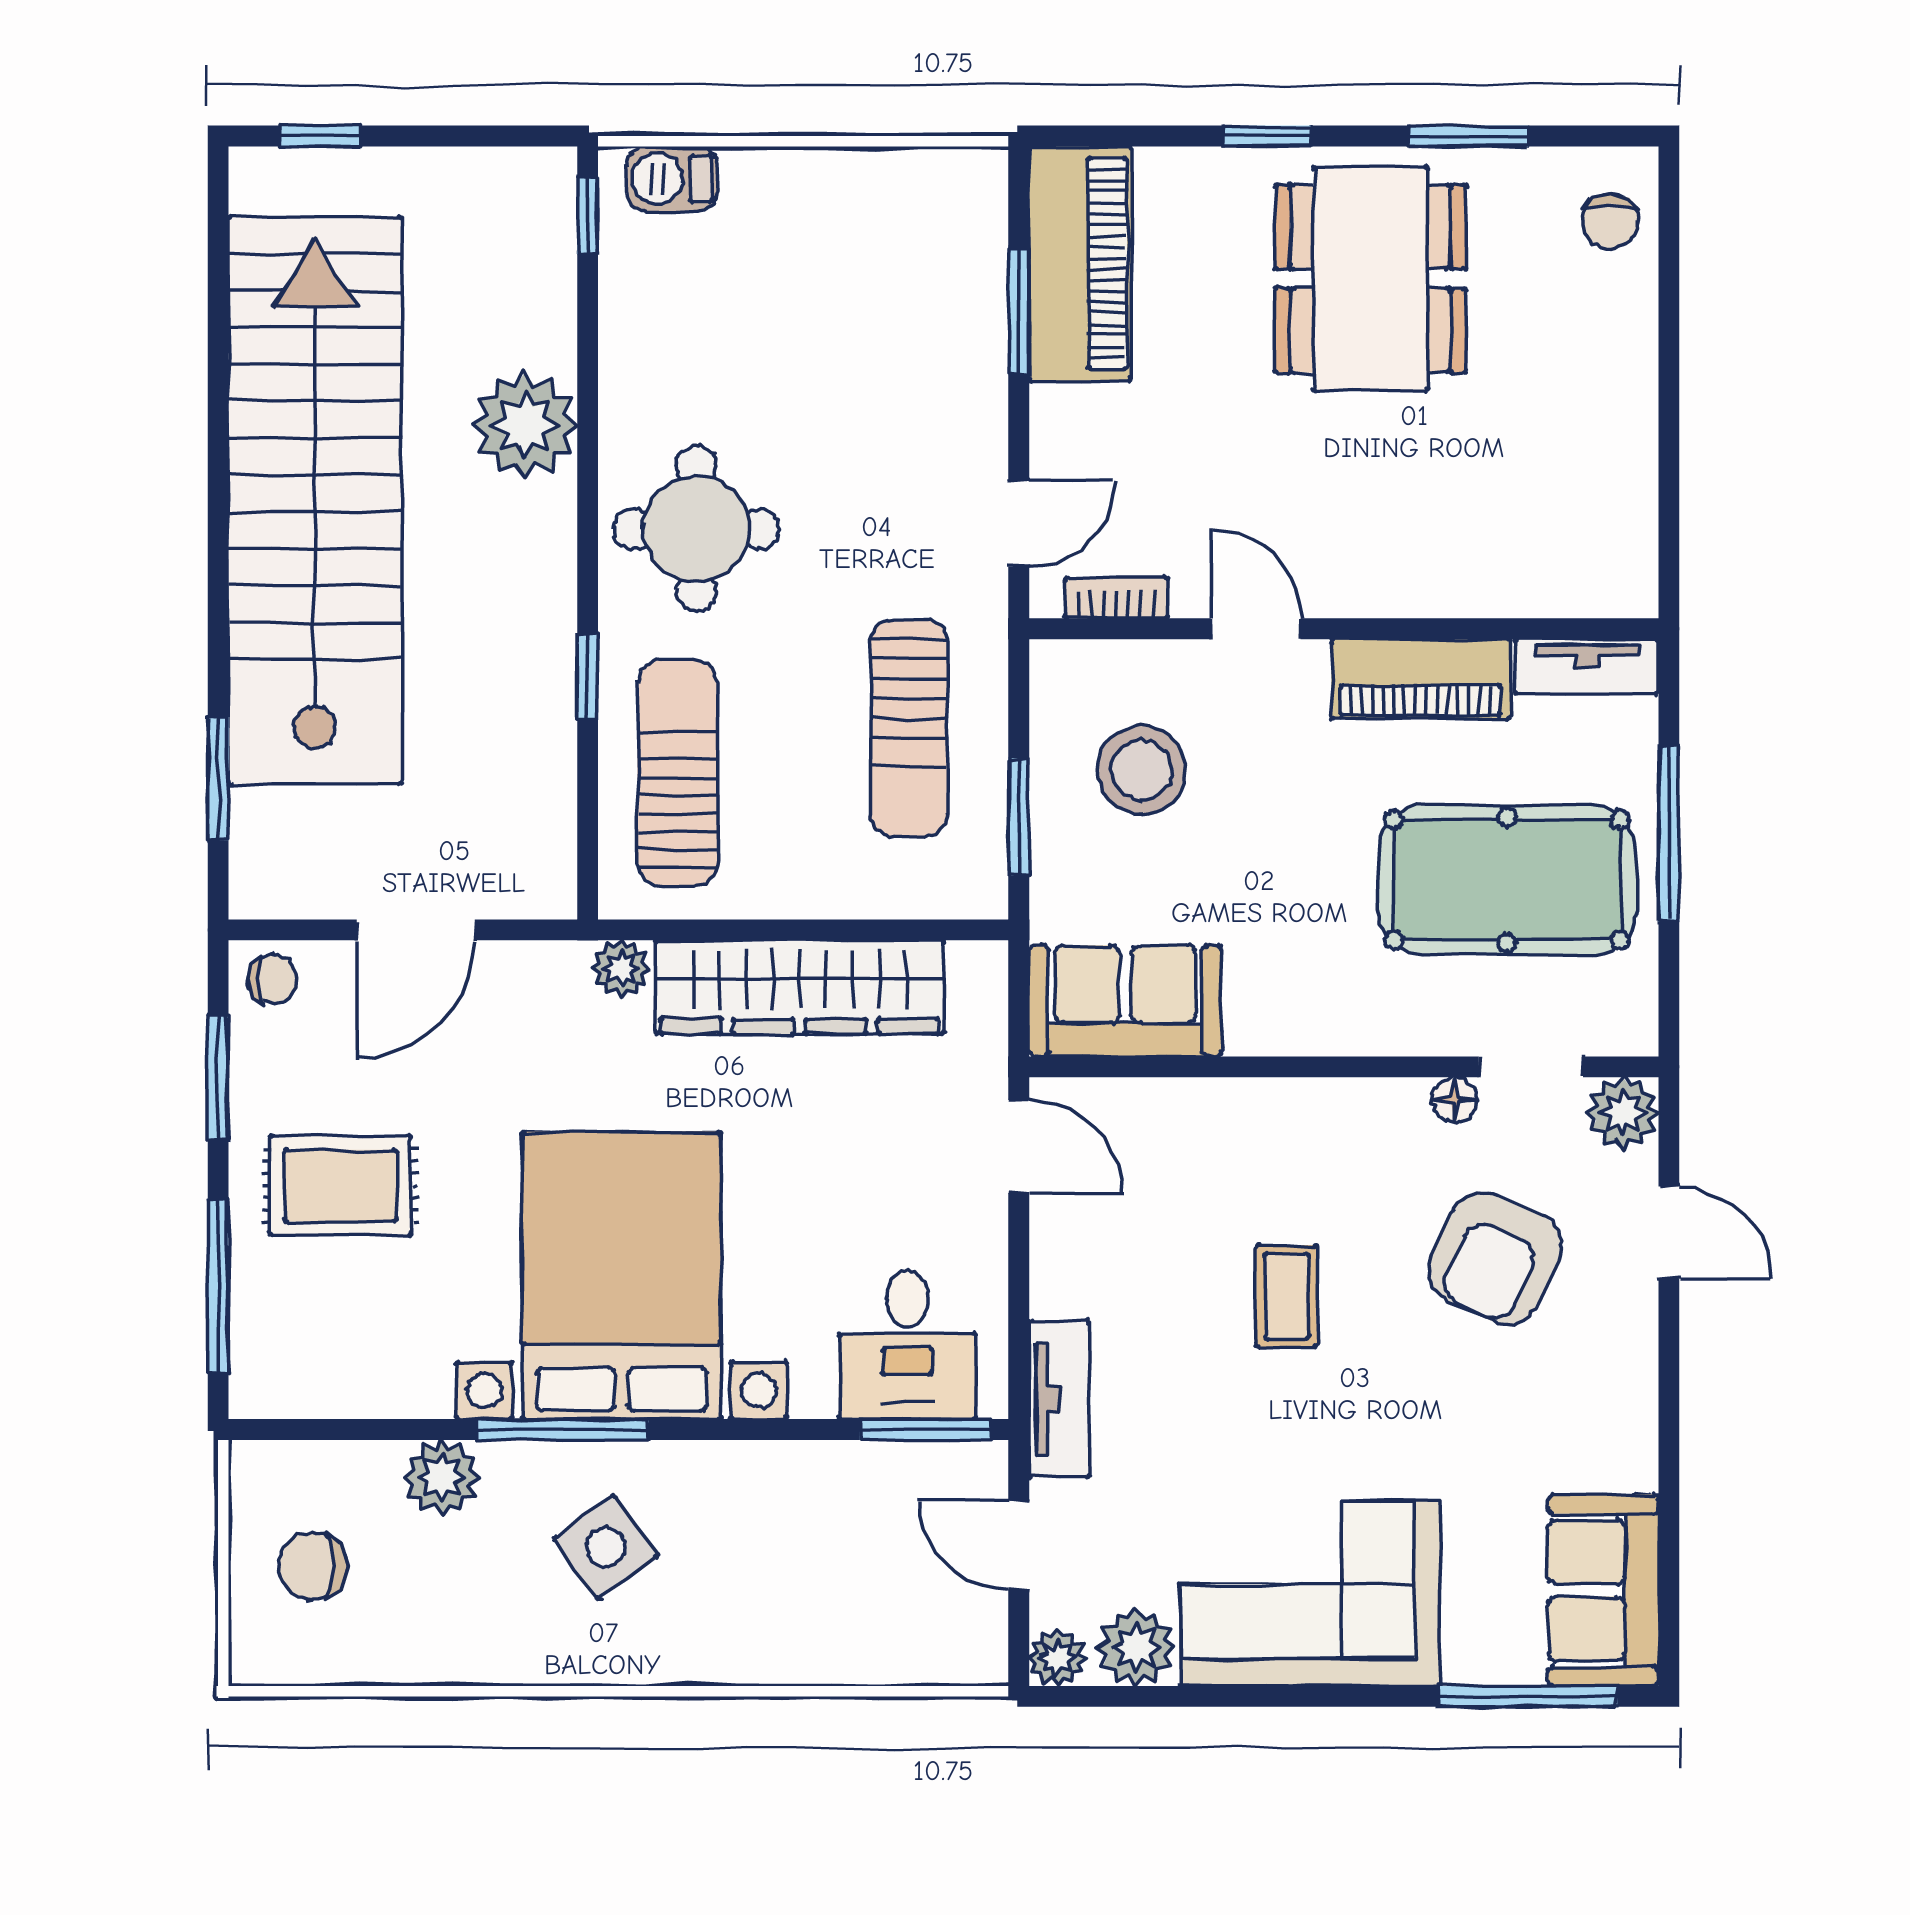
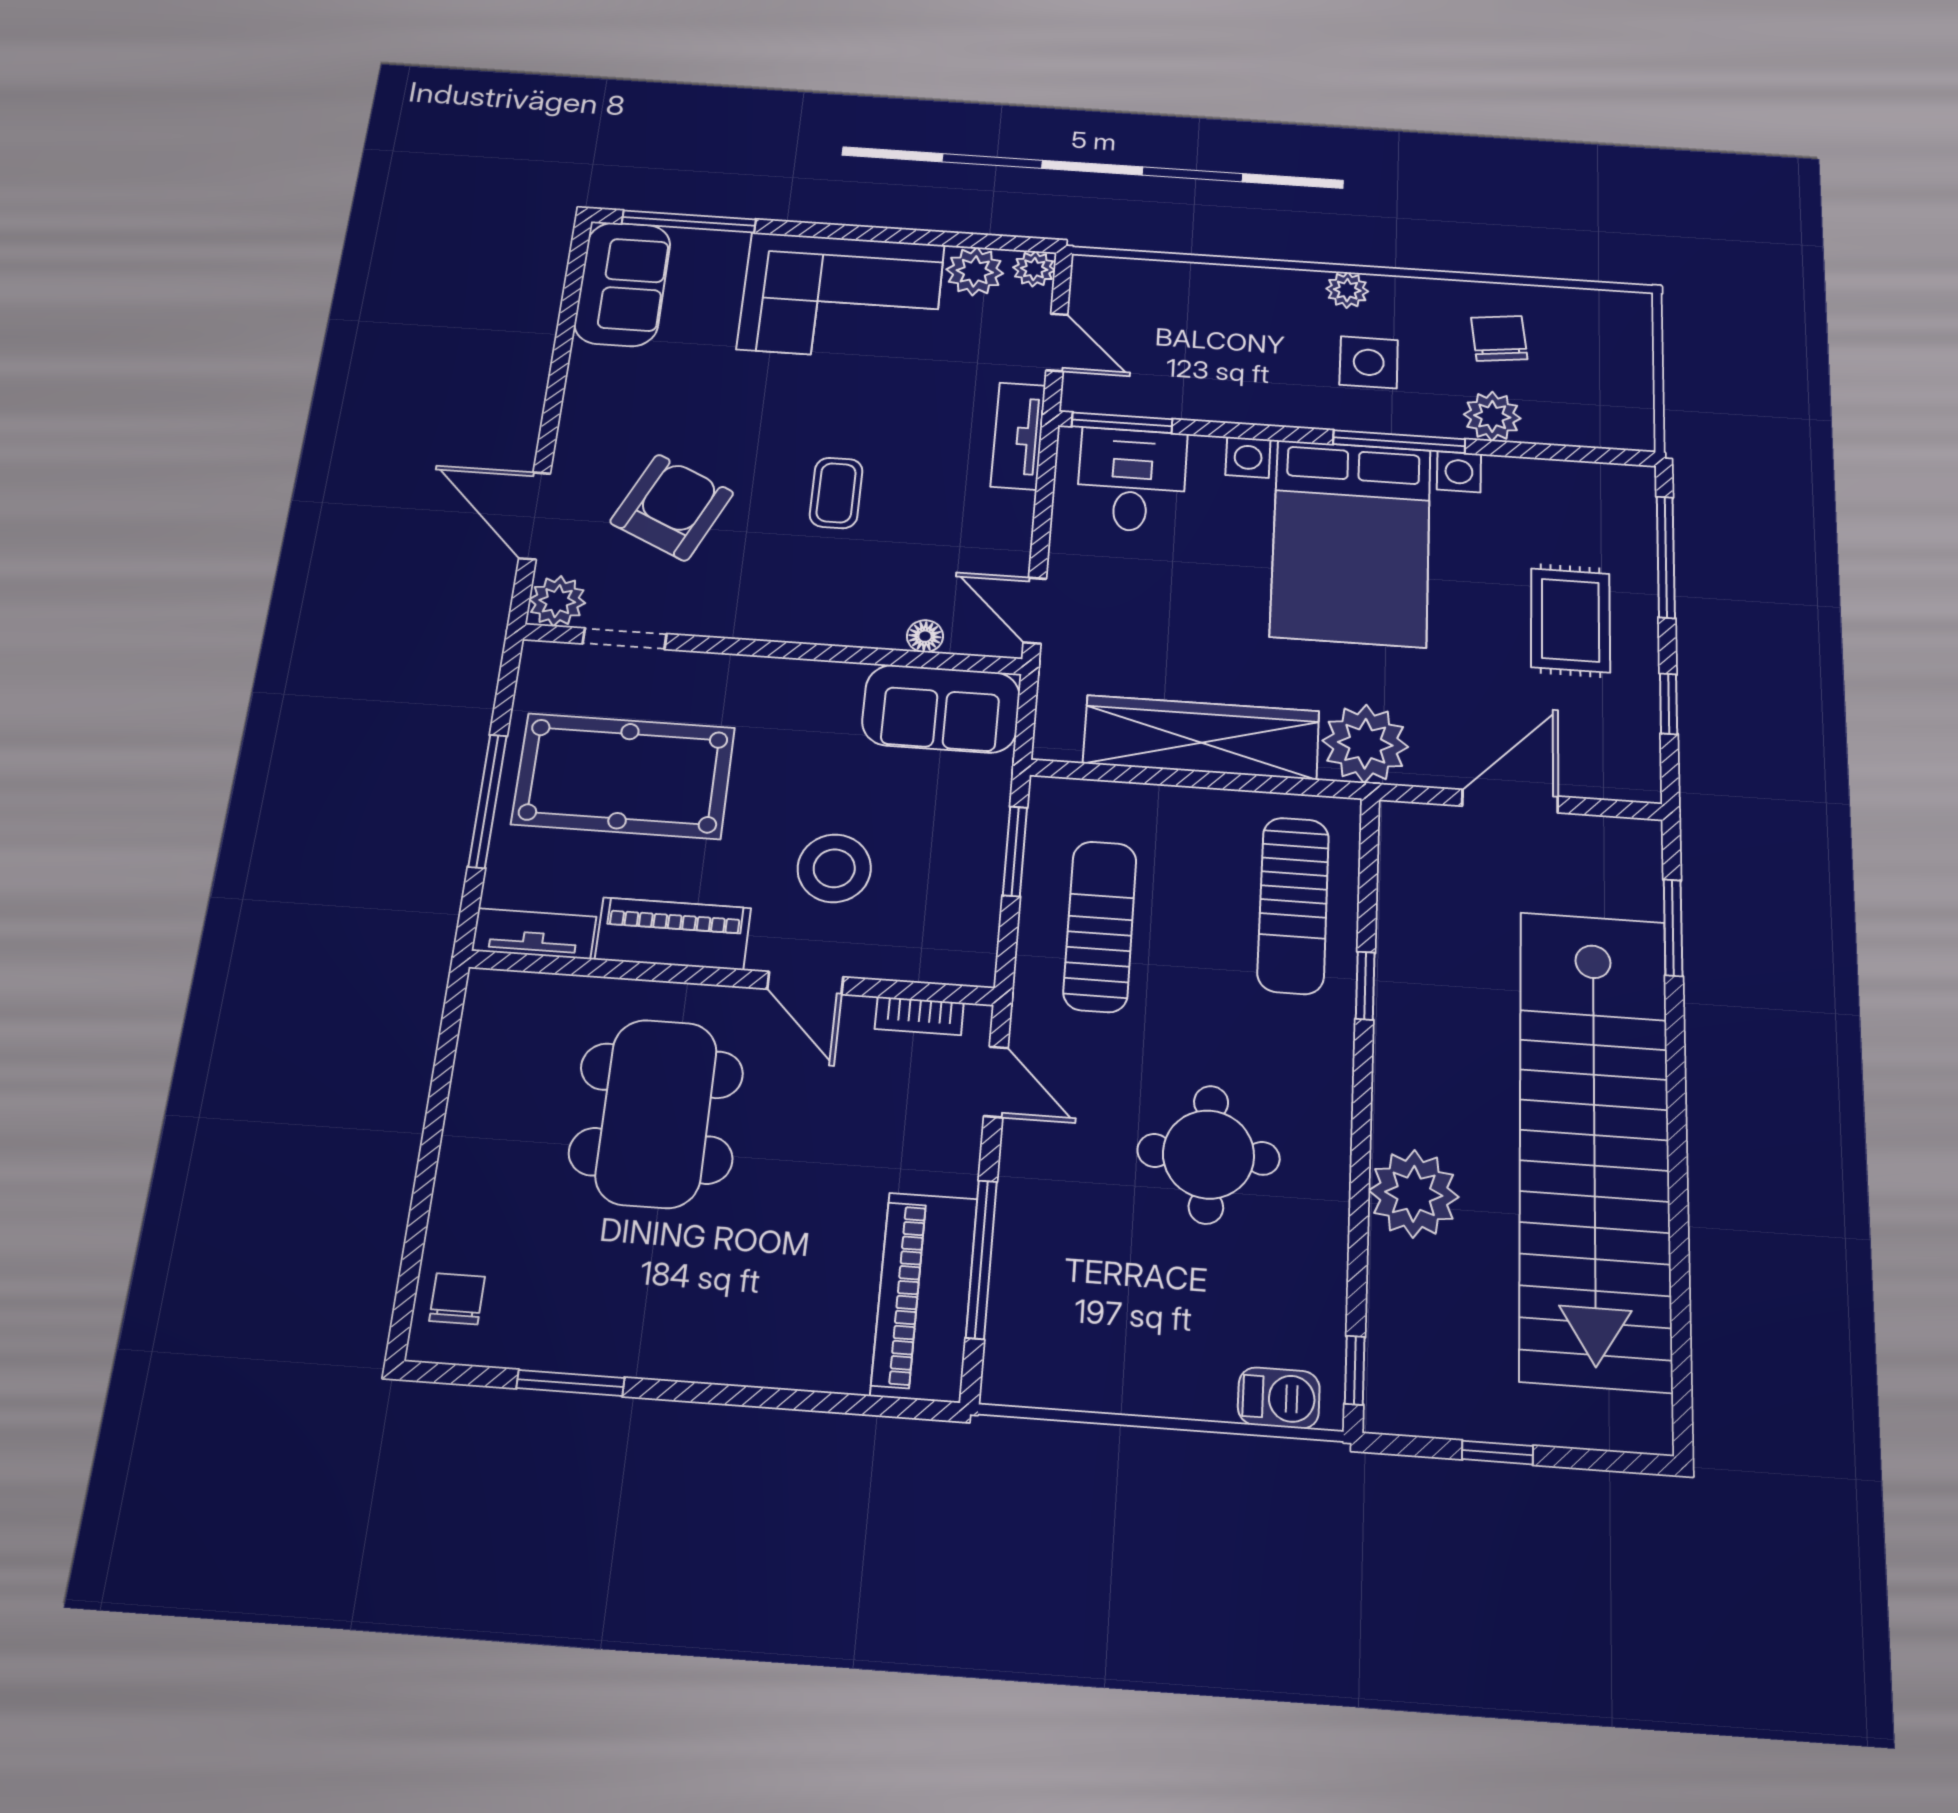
window: (319, 136) -> (1498, 1453), moved
window: (1267, 136) -> (749, 1396), removed
dining table: (1370, 279) -> (656, 1113), moved
window: (1019, 311) -> (981, 1259), width x1.44
door: (1019, 523) -> (996, 1082), swing flipped
round table: (696, 529) -> (1208, 1154), moved
stool: (1142, 770) -> (834, 868), moved
plant: (621, 969) -> (1365, 744), width x1.87, depth x1.87
chair: (273, 979) -> (1626, 773), removed
window: (218, 1078) -> (1669, 704), width x0.67
floor lamp: (1455, 1100) -> (925, 636), moved
rug: (341, 1186) -> (1570, 620), turned 90
door: (1669, 1233) -> (535, 516), width x1.38
side table: (606, 1547) -> (1369, 362), turned 36
chair: (312, 1566) -> (1499, 338), moved, turned -97
plant: (637, 1658) -> (1347, 290), added

